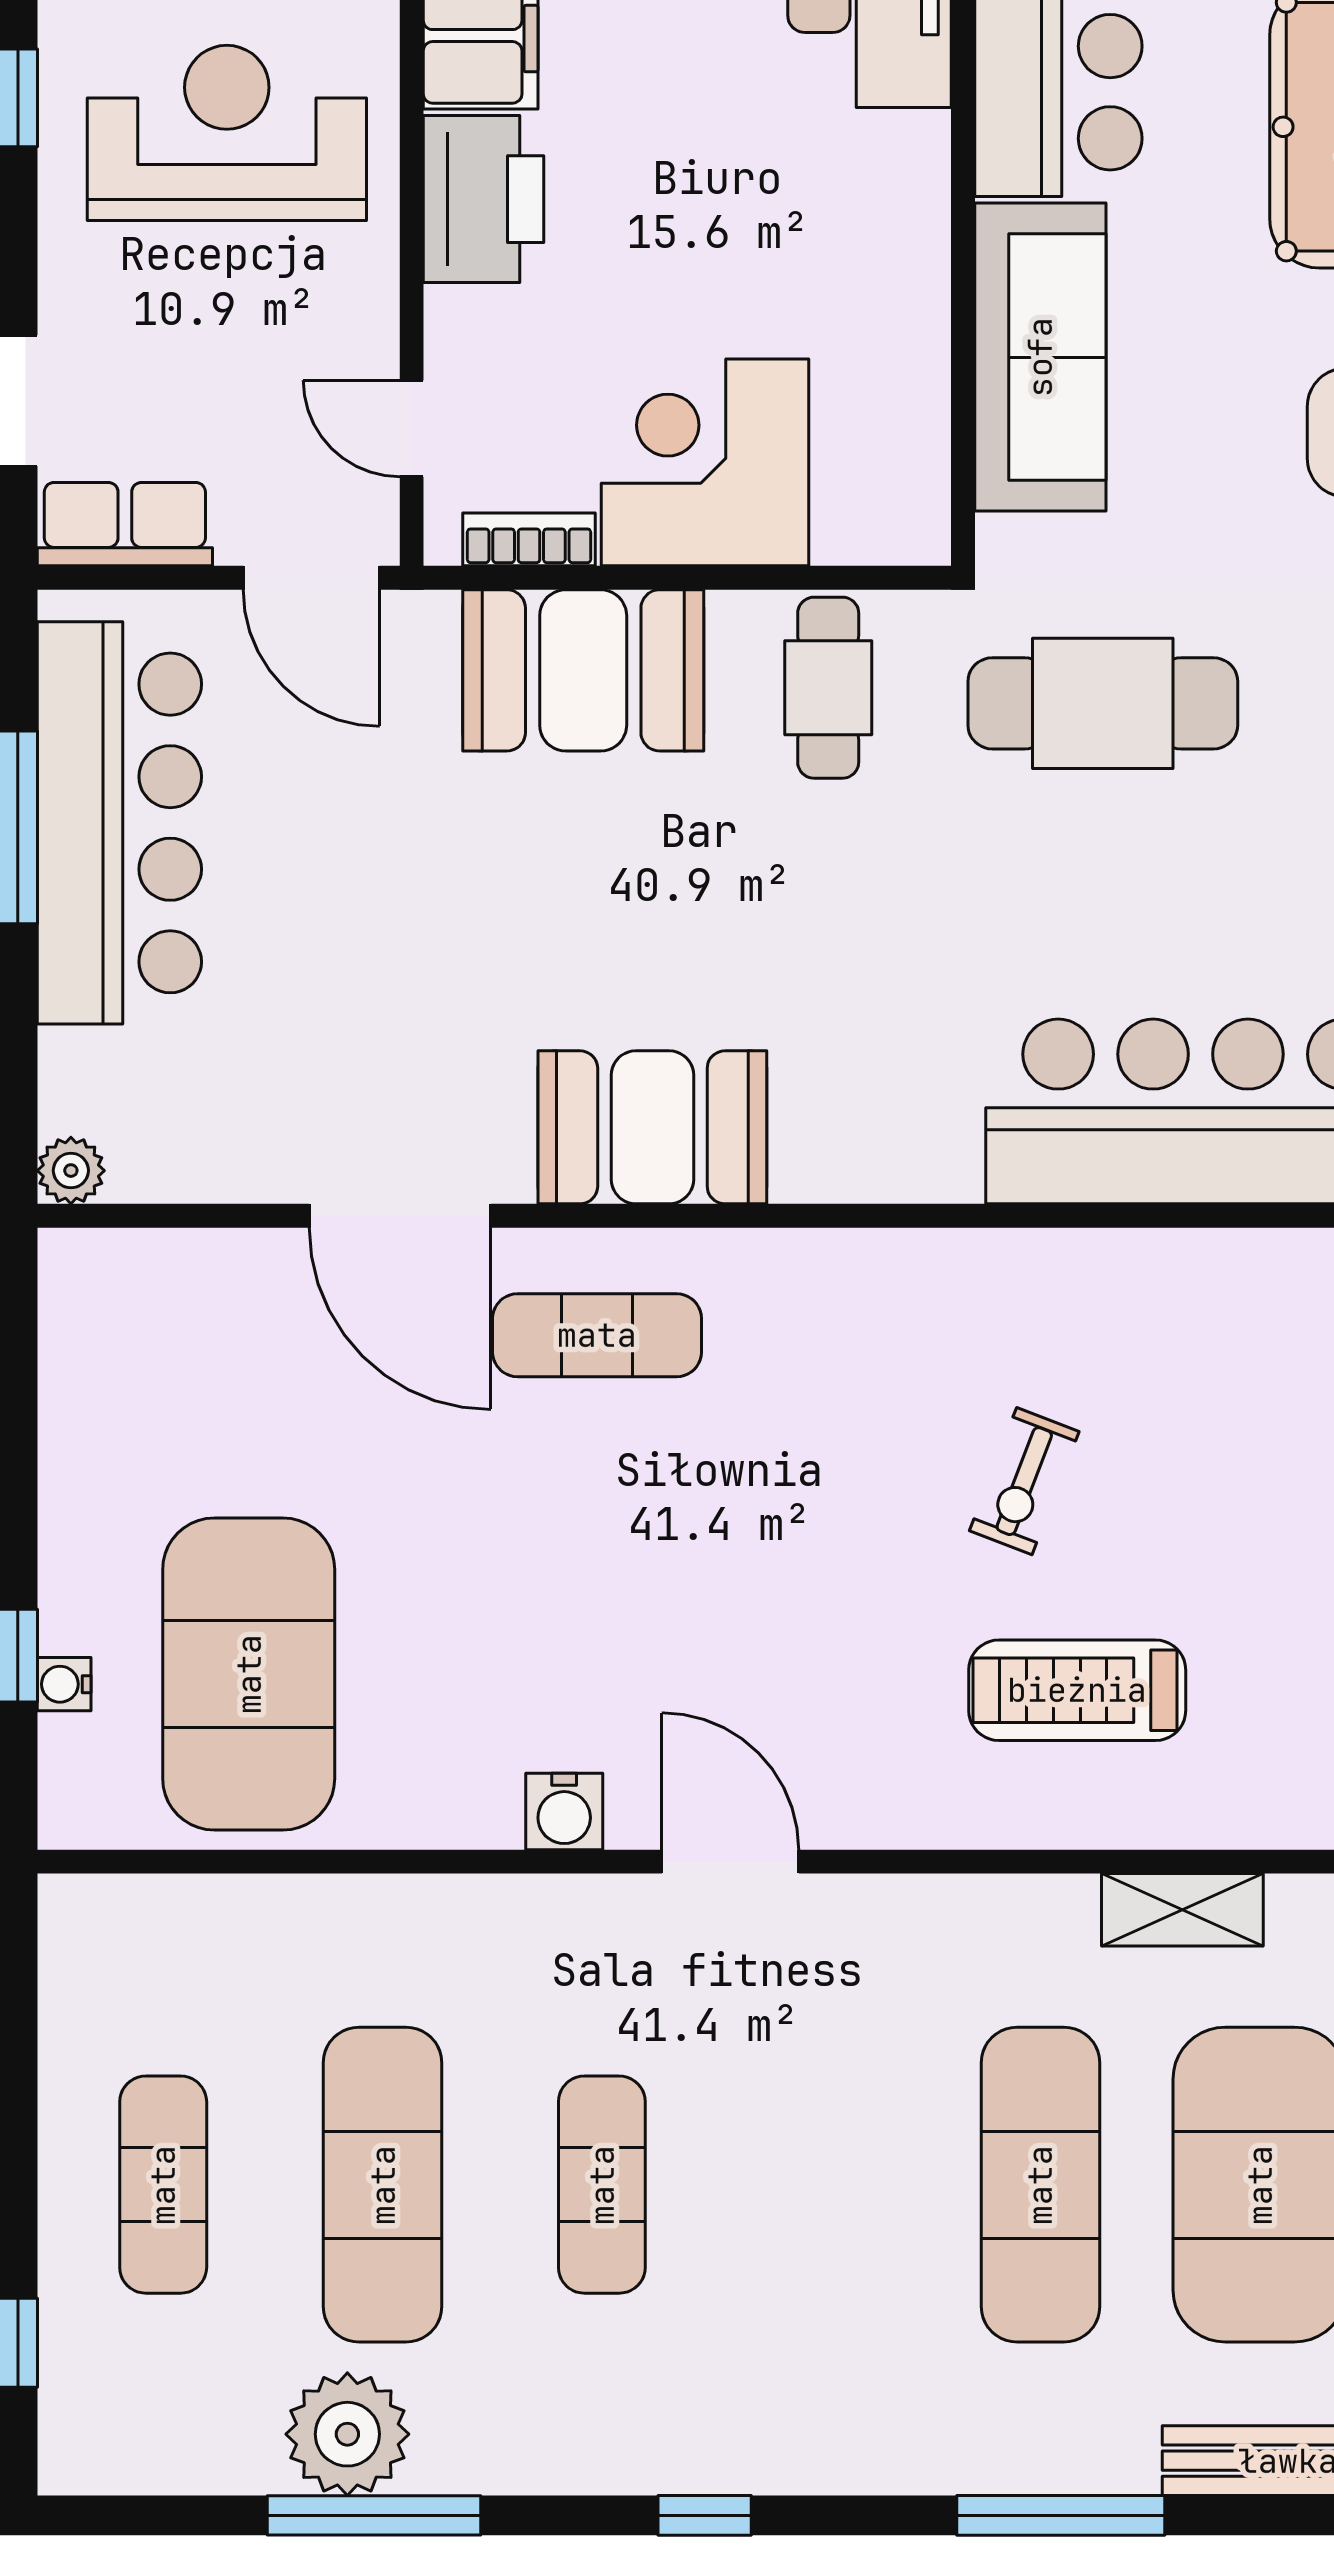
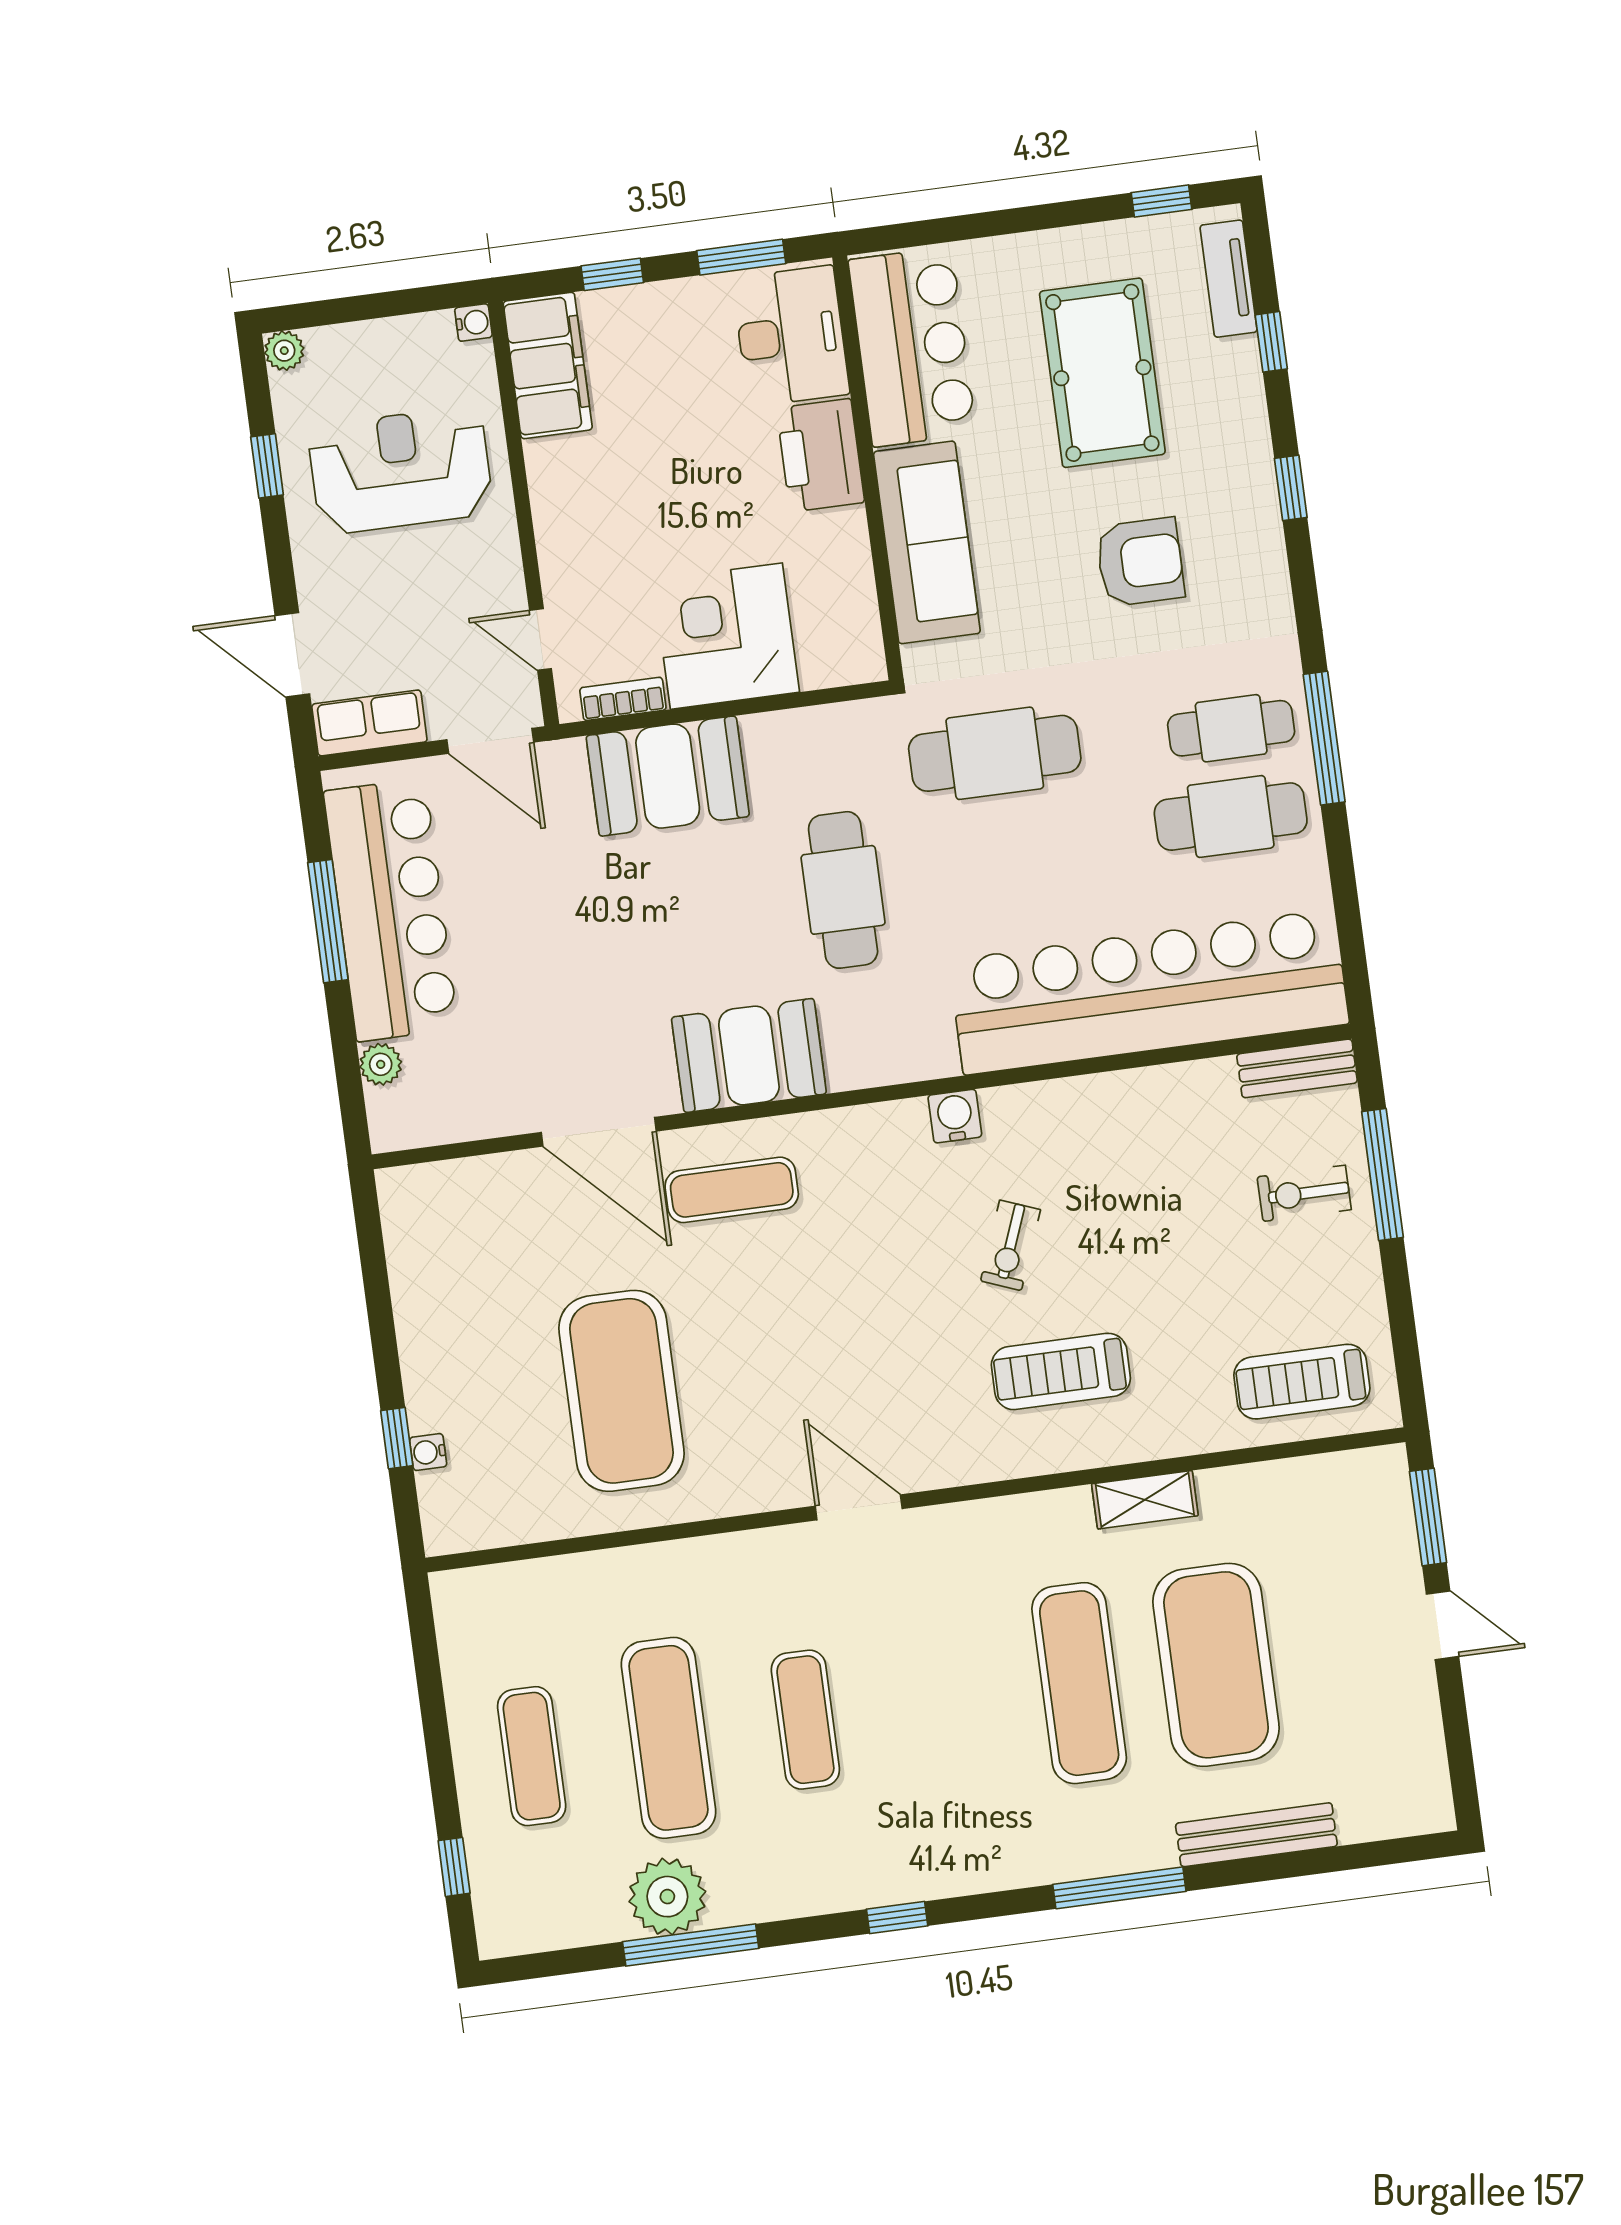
printer: (483, 199) -> (820, 455), moved, turned 180
cafe table: (828, 688) -> (843, 890), moved, width x1.37, depth x1.35
plant: (71, 1171) -> (381, 1064), moved
exercise mat: (249, 1674) -> (621, 1391), moved
water cooler: (564, 1811) -> (955, 1116), moved, turned 180

